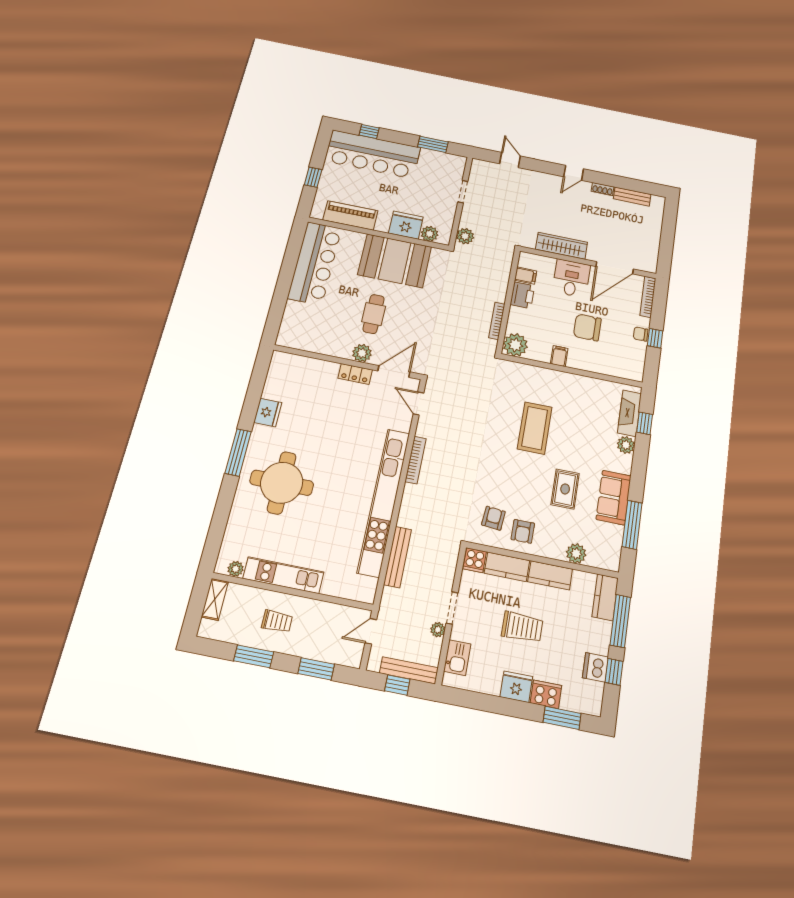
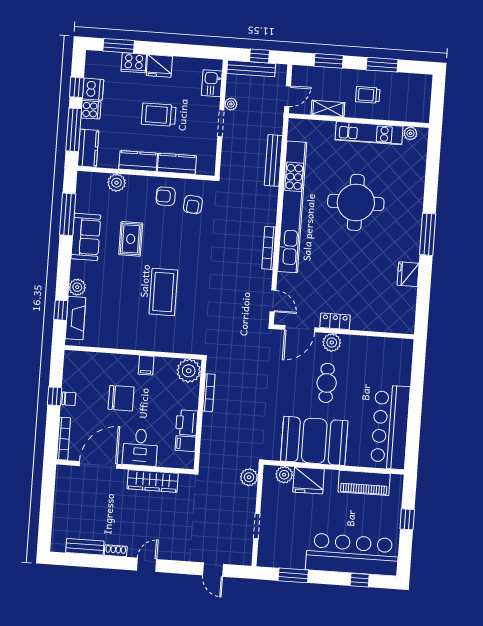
round table: (282, 483) -> (356, 202), moved
armchair: (523, 531) -> (166, 196), turned -90
cooker: (475, 560) -> (91, 110), moved, turned 90
shelving: (215, 599) -> (328, 109), moved, turned 90

